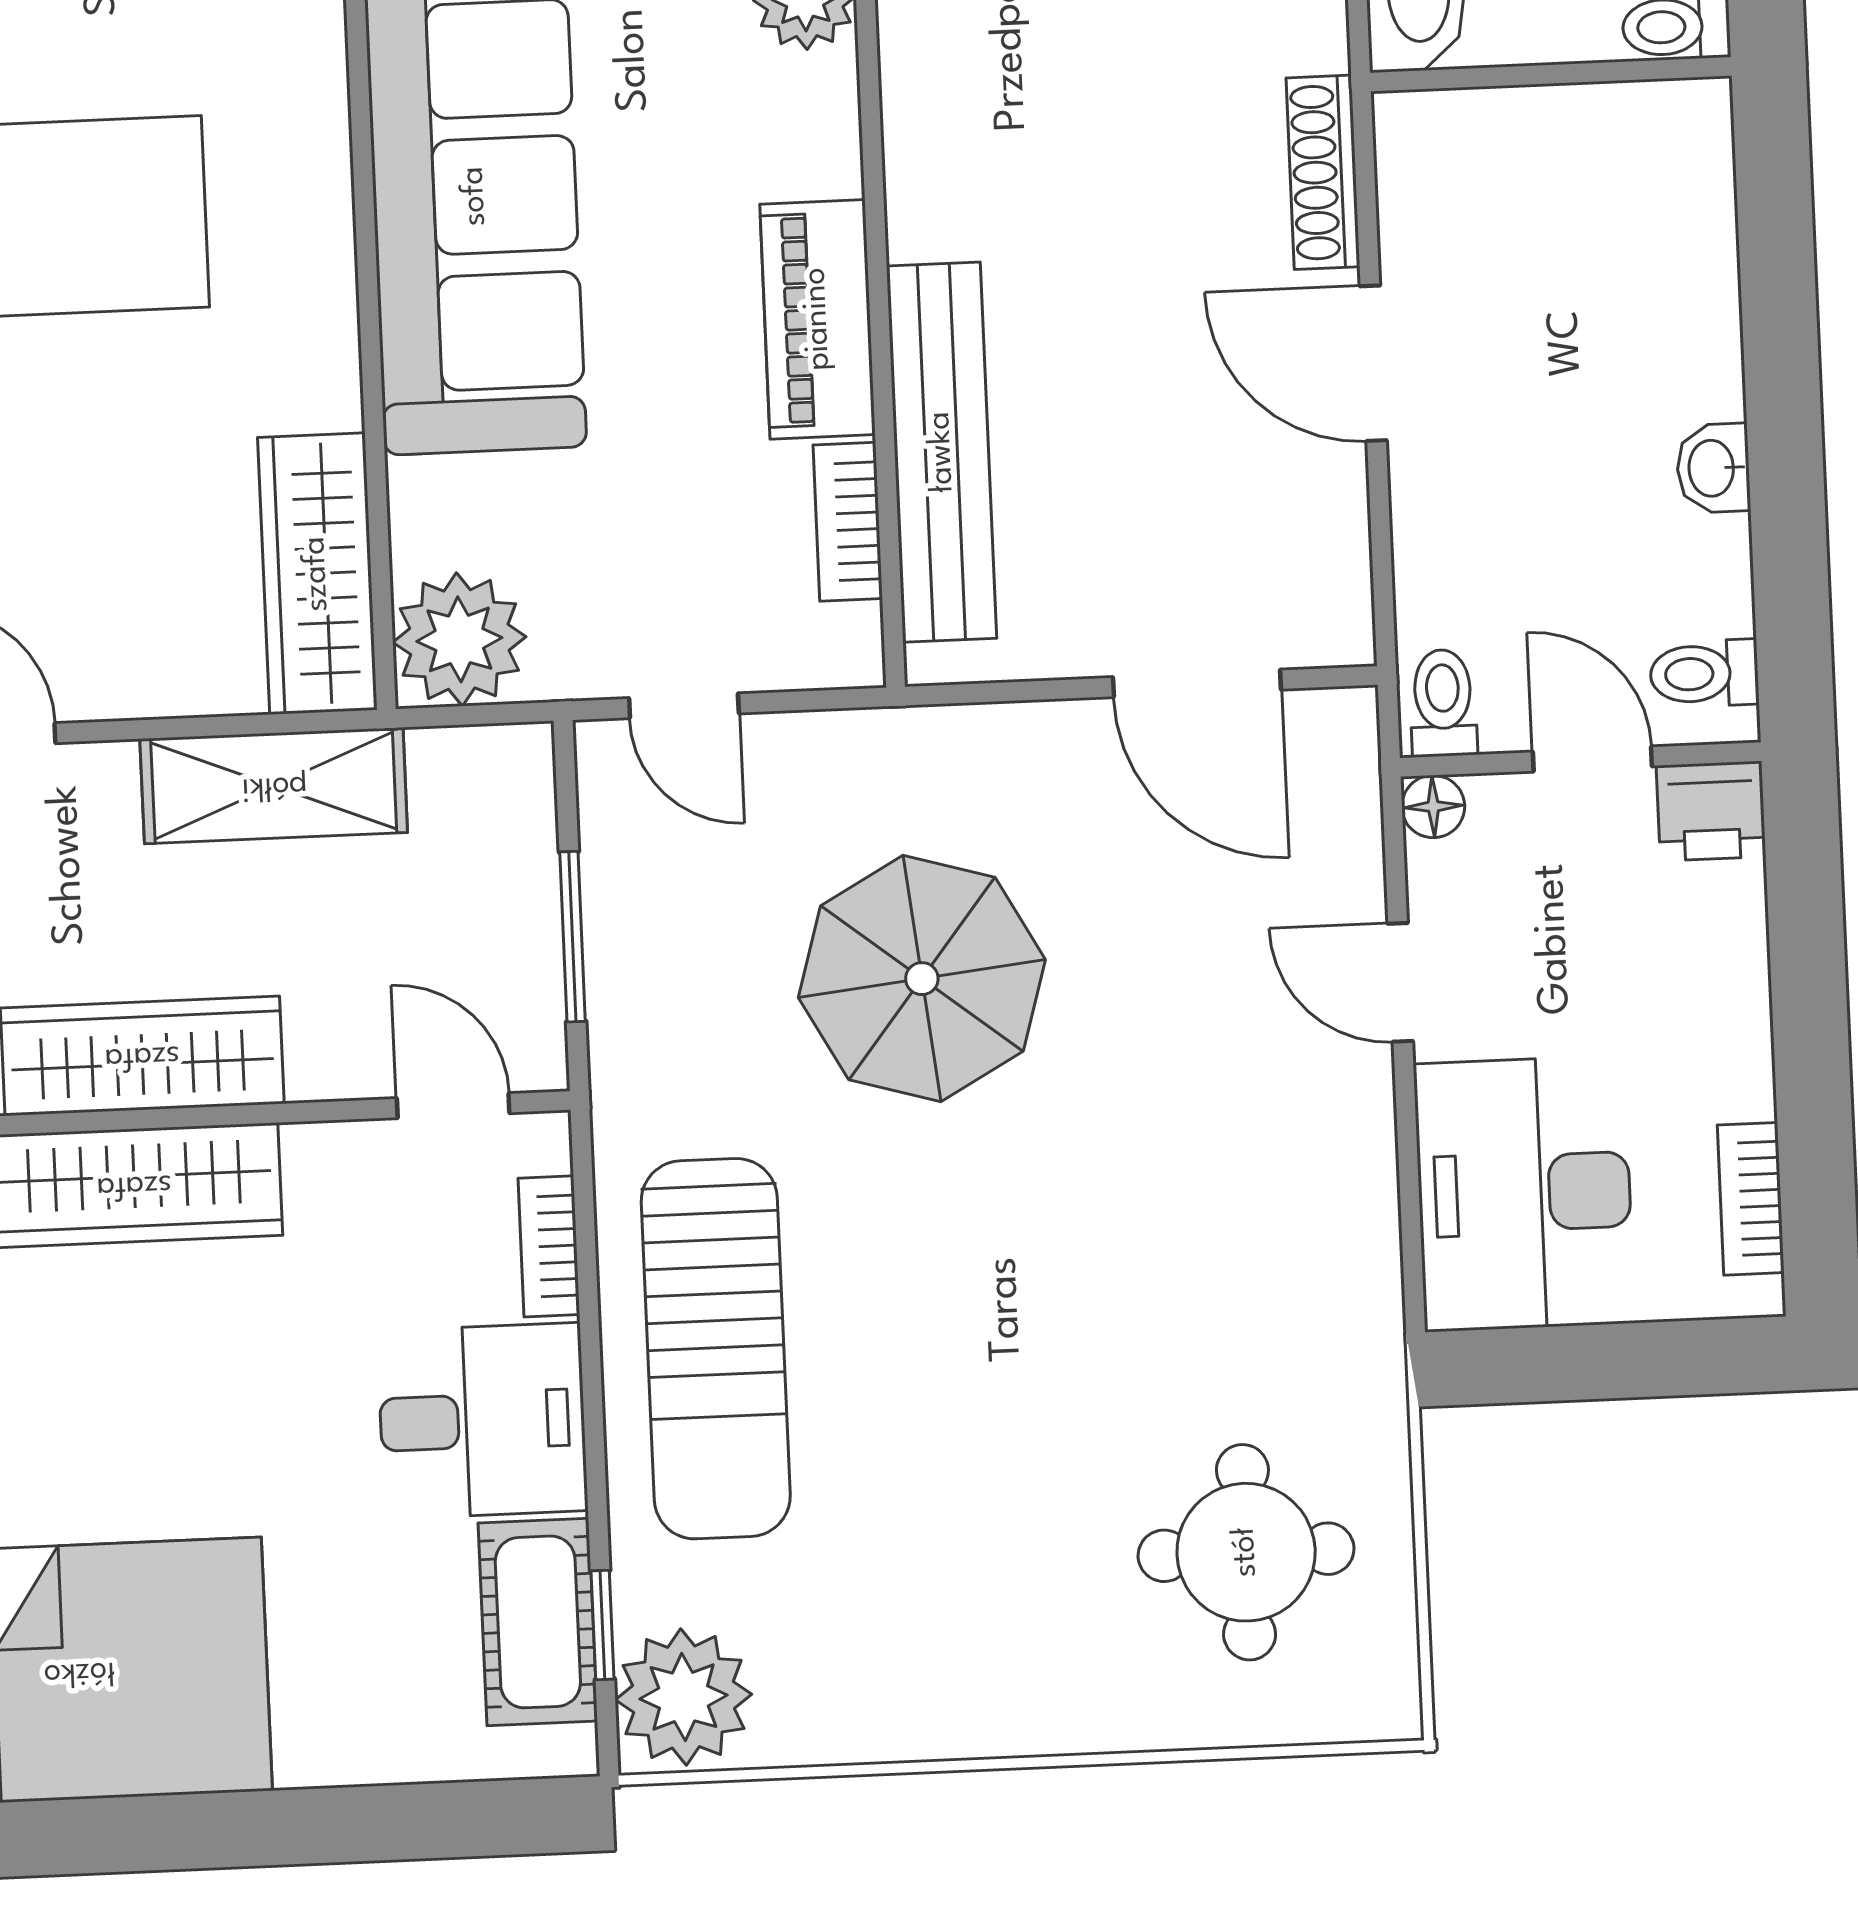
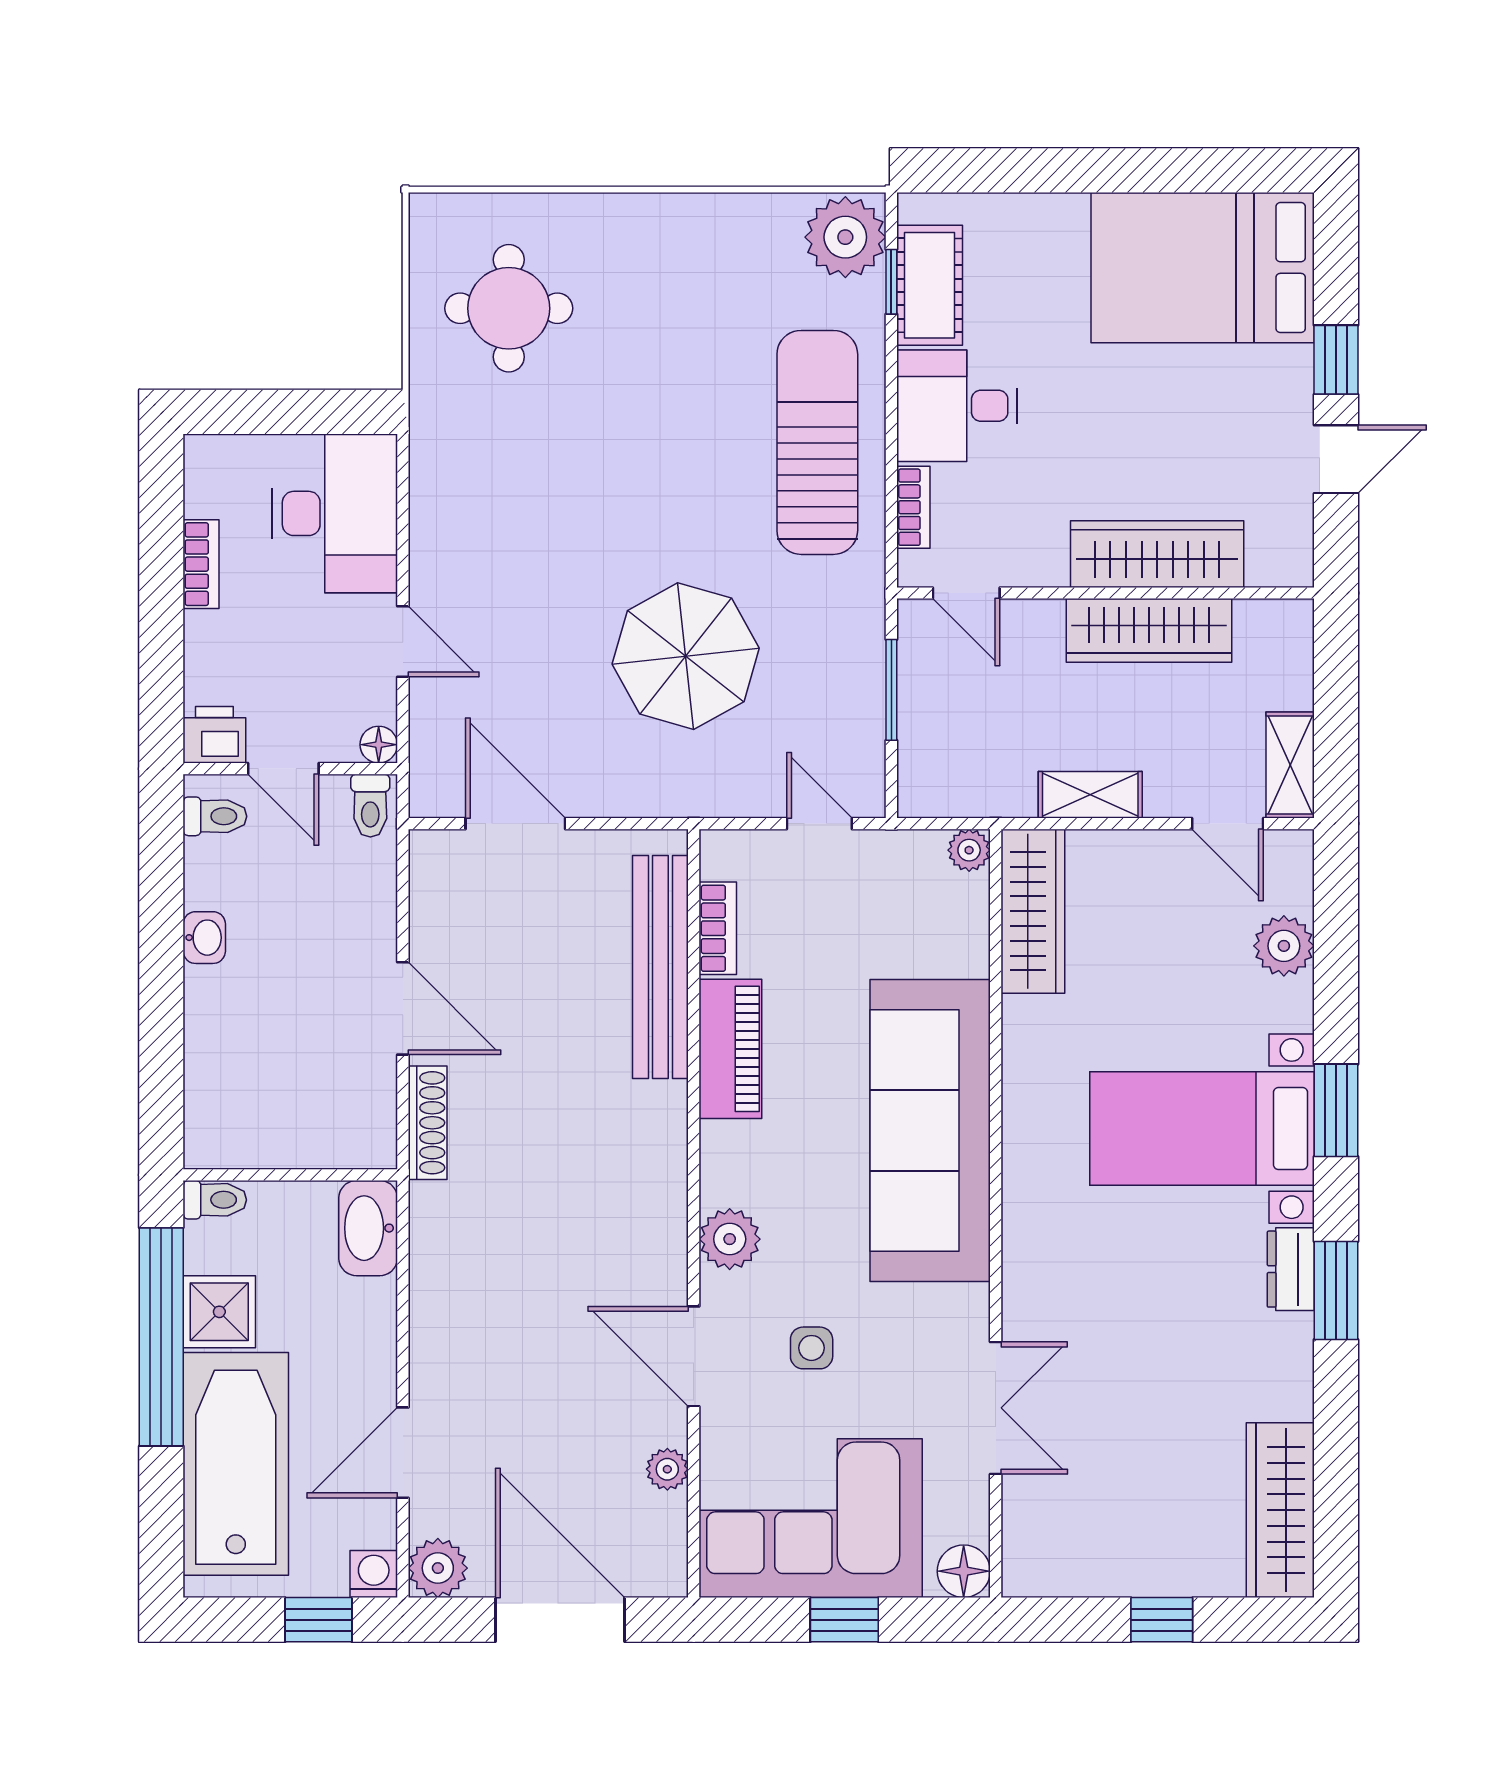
plant: (459, 639) -> (969, 850), width x0.53, depth x0.53
shelving: (274, 786) -> (1090, 795), width x0.67, depth x0.75
bookcase: (1751, 1199) -> (201, 564), moved

